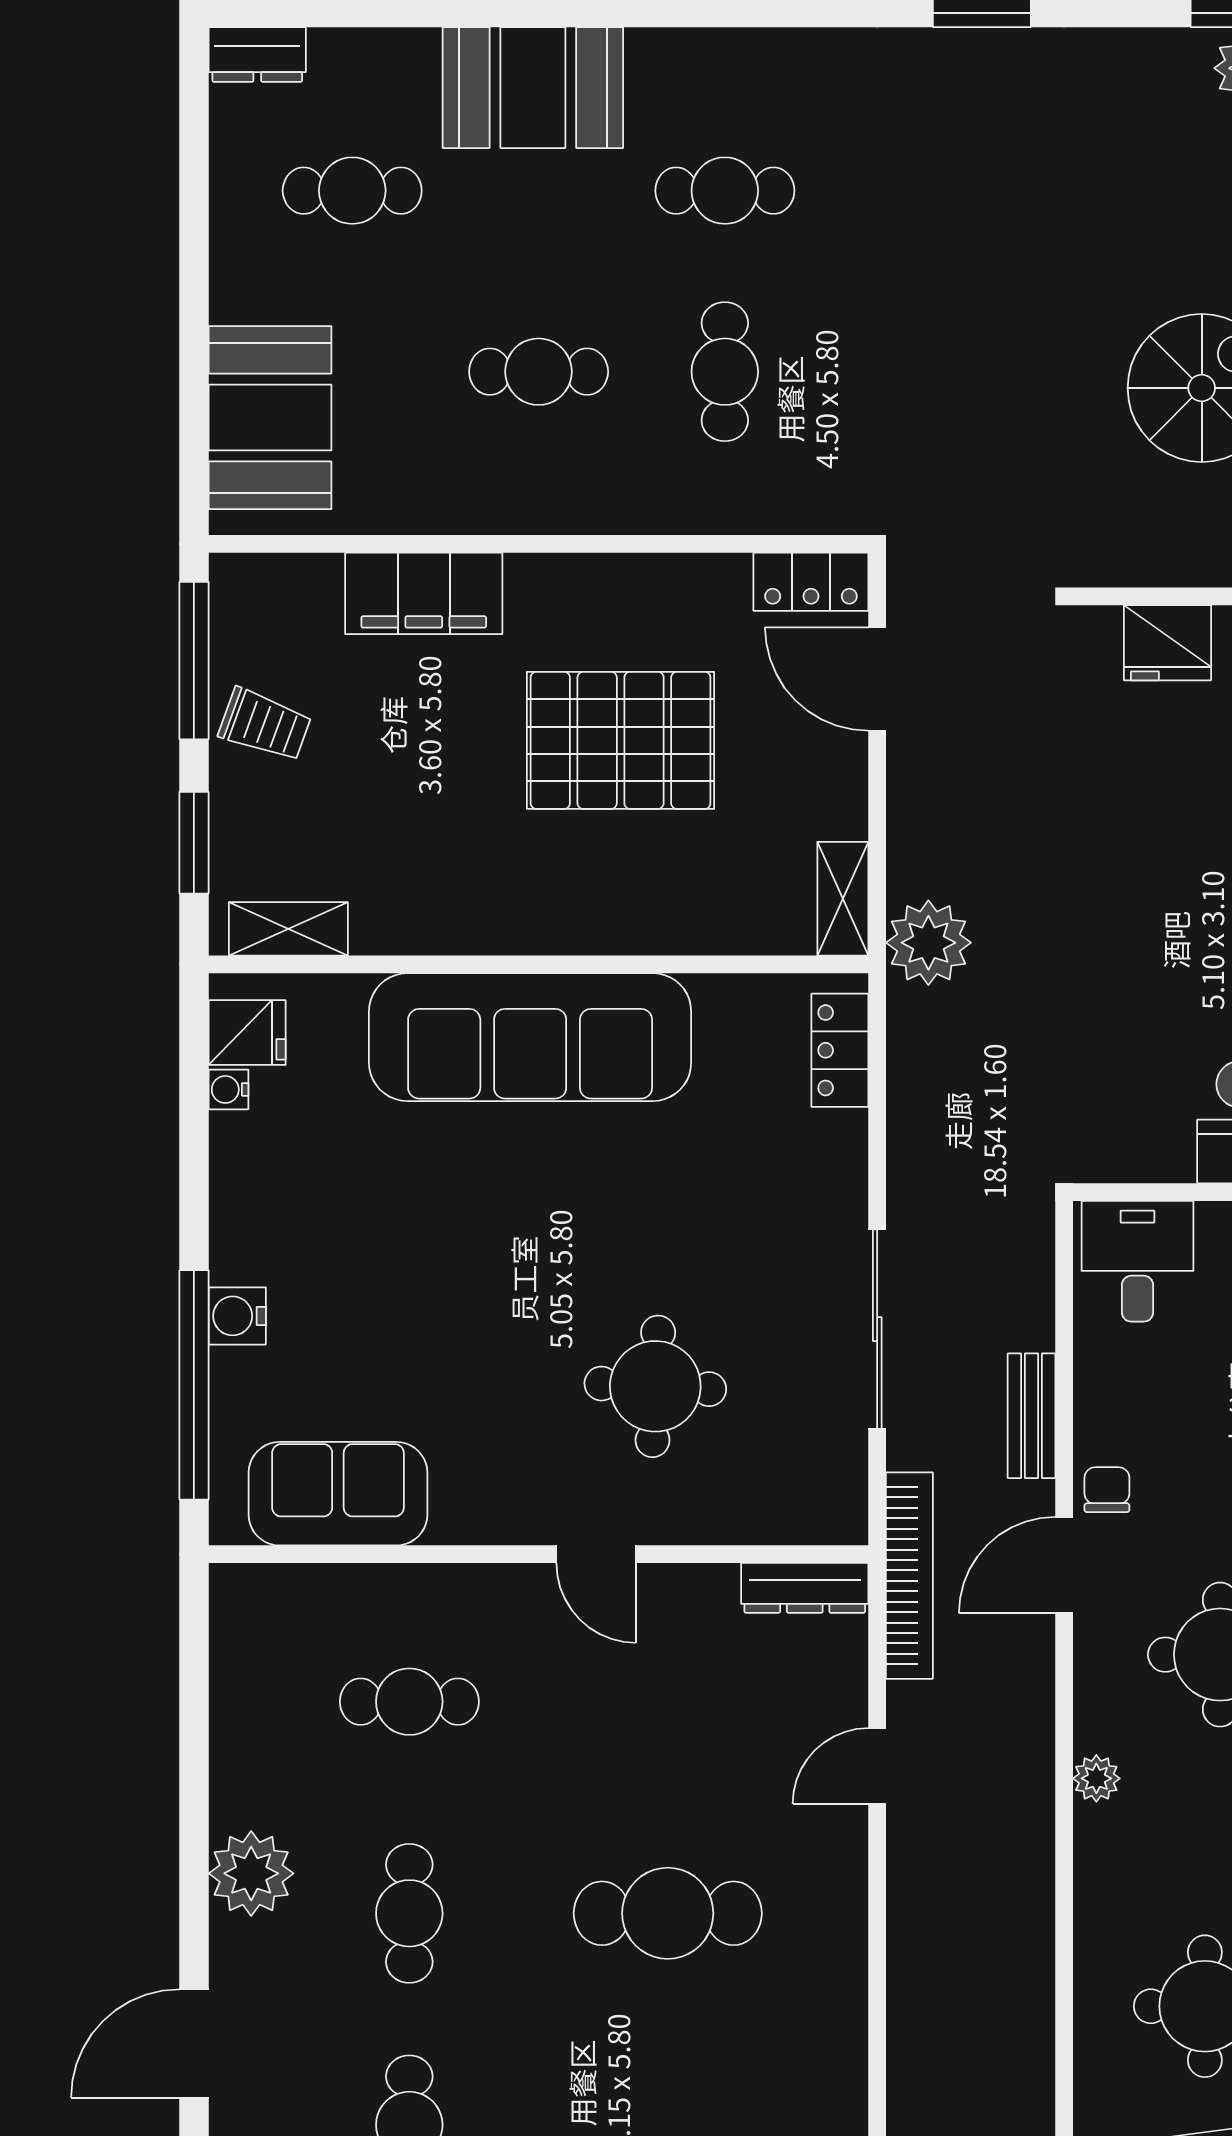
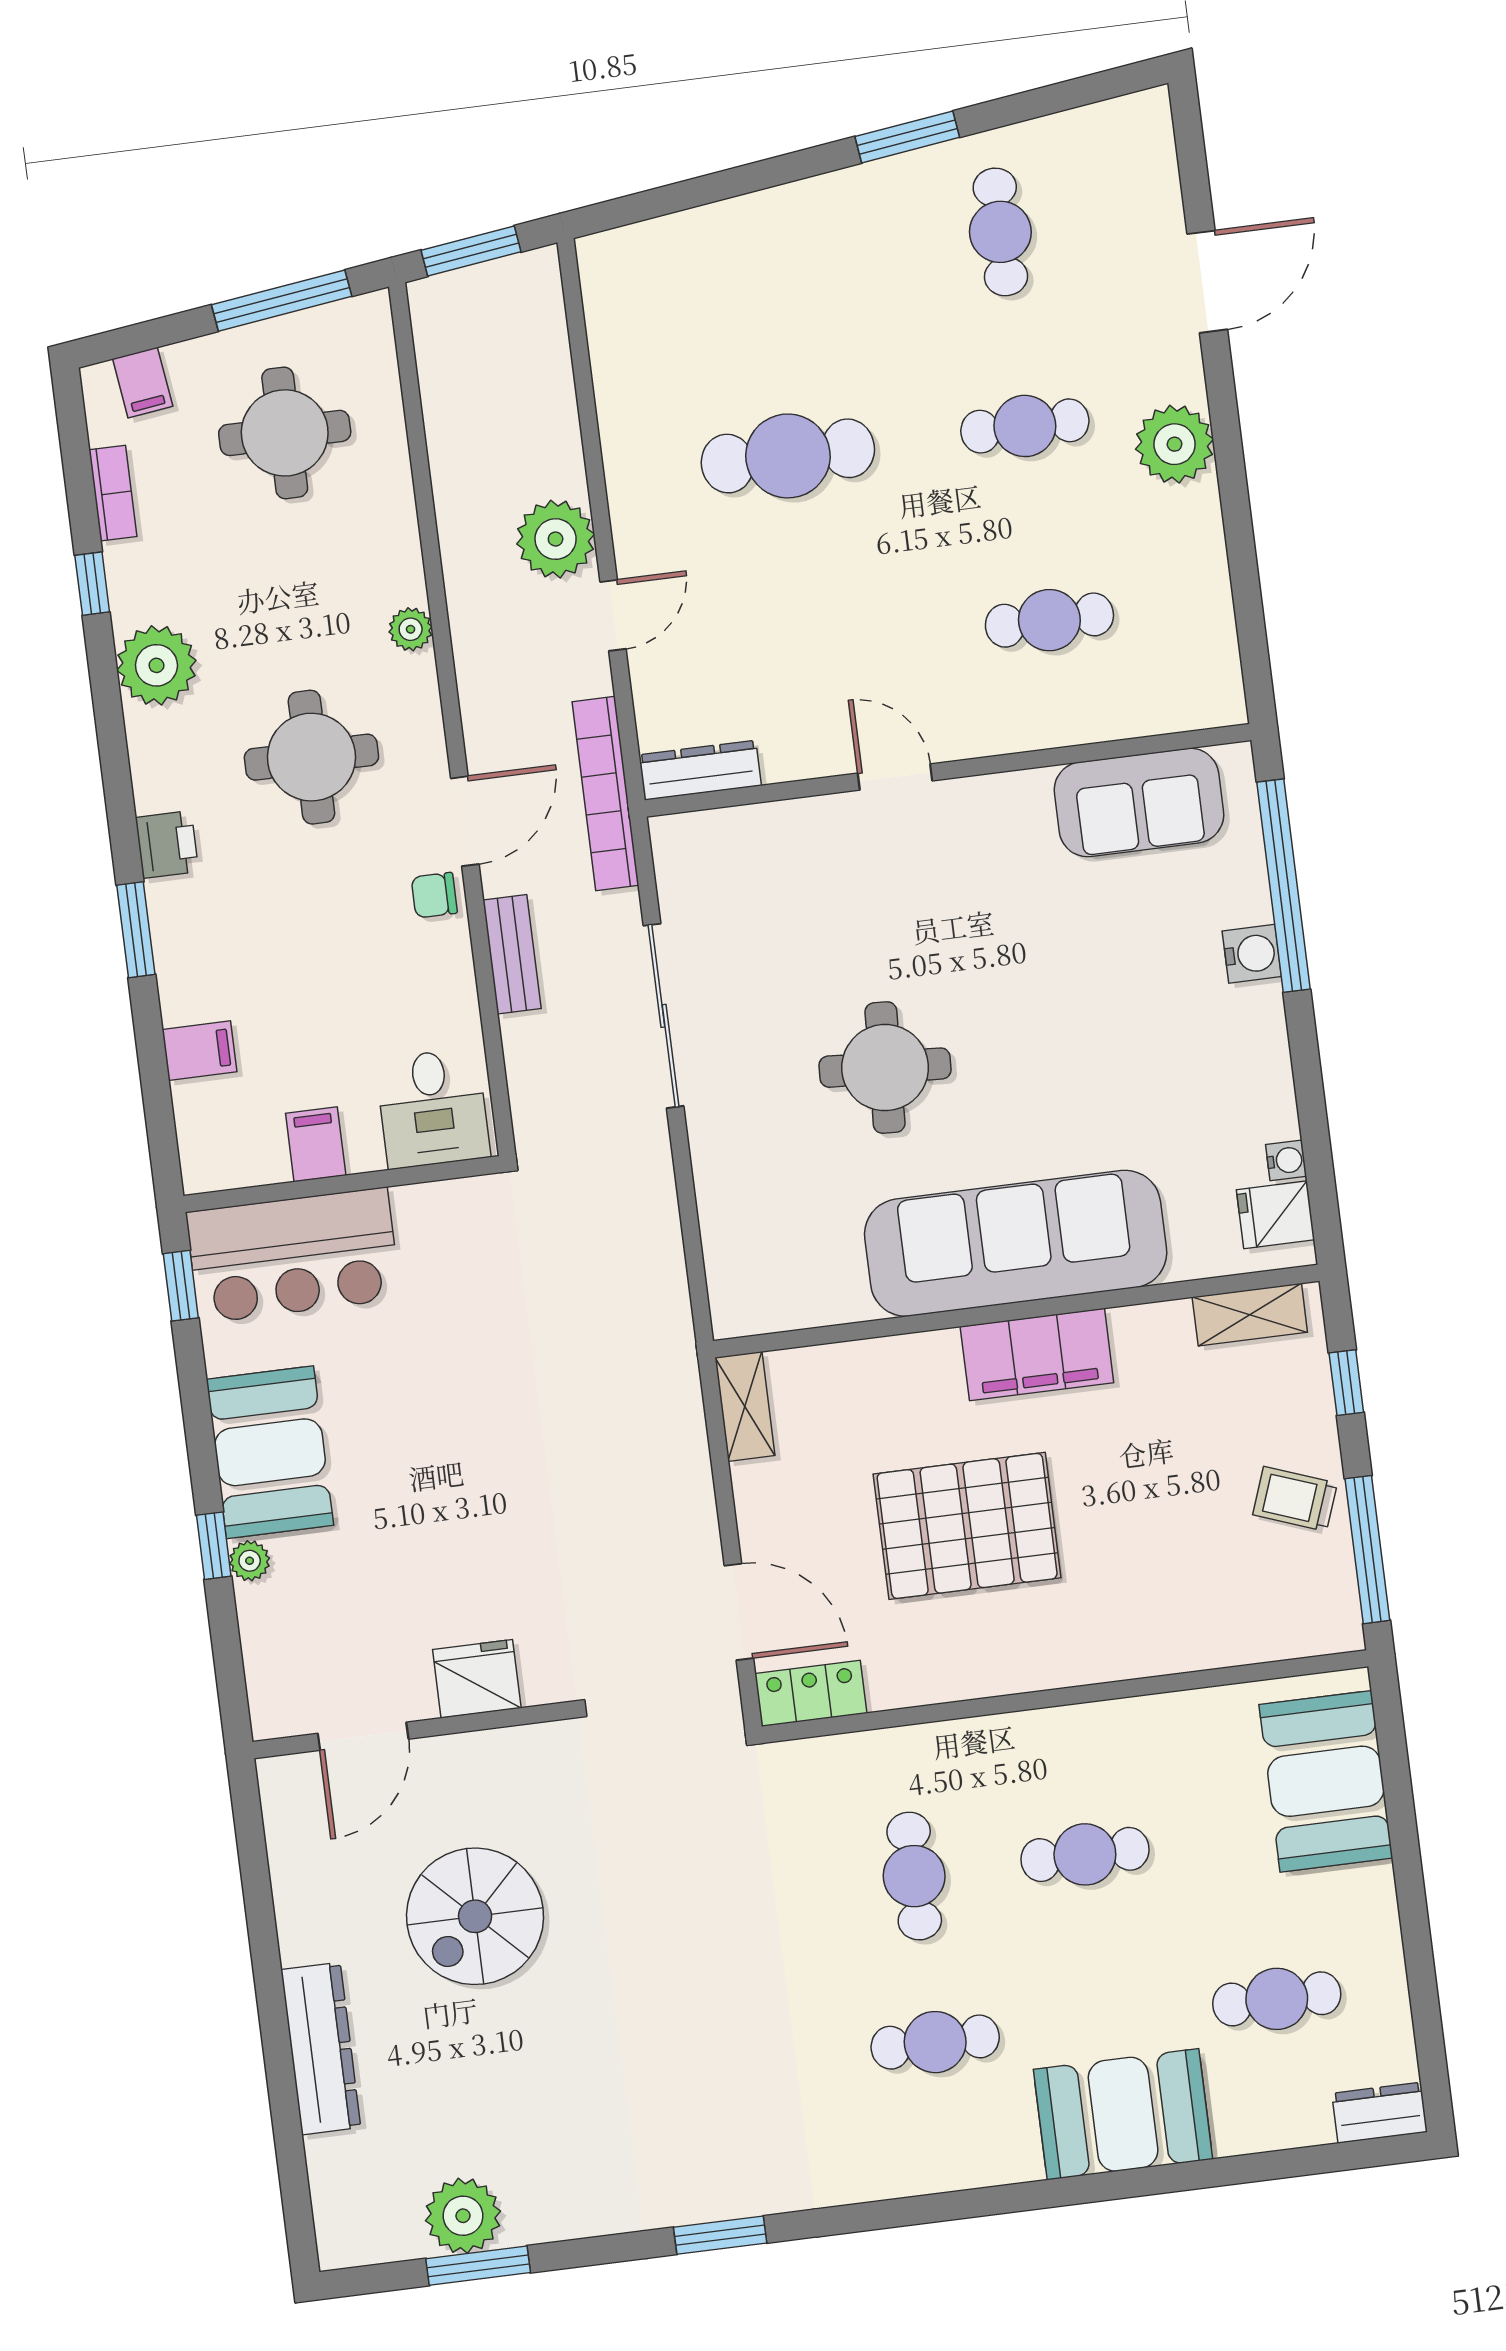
filing cabinet: (424, 593) -> (1037, 1355), moved, turned 180
window: (194, 843) -> (1346, 1383), width x0.67
plant: (928, 943) -> (556, 539), moved
locker: (840, 1050) -> (730, 1267), removed
round table: (655, 1386) -> (885, 1068), moved
chair: (1107, 1490) -> (434, 895), turned 90
cafe table: (409, 1913) -> (1025, 426), turned 90

